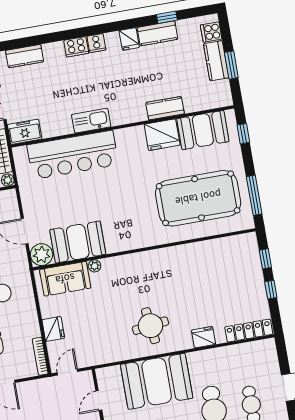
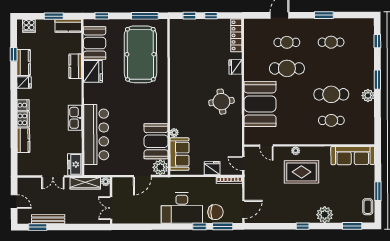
kitchen counter: (25, 56) -> (23, 140), moved
kitchen counter: (216, 61) -> (68, 26), moved

